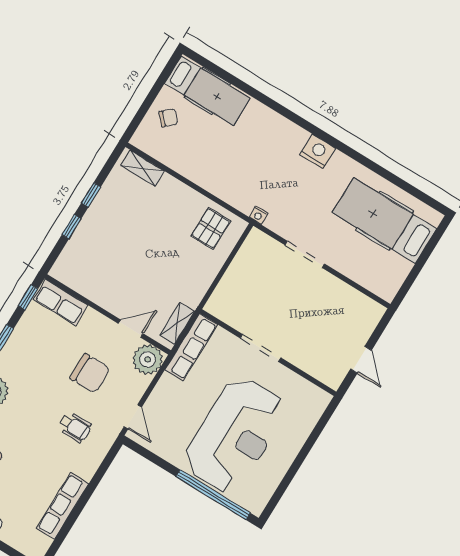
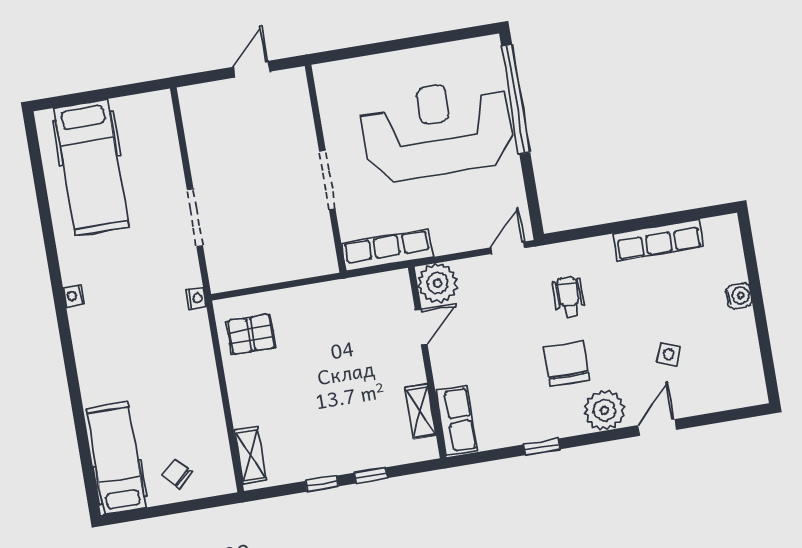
nightstand: (318, 151) -> (73, 296), width x0.53, depth x0.56
window: (28, 297) -> (480, 457), removed
shelving: (177, 323) -> (420, 412), moved, turned 90
door: (131, 329) -> (421, 327), swing flipped
chair: (90, 373) -> (567, 363), moved

